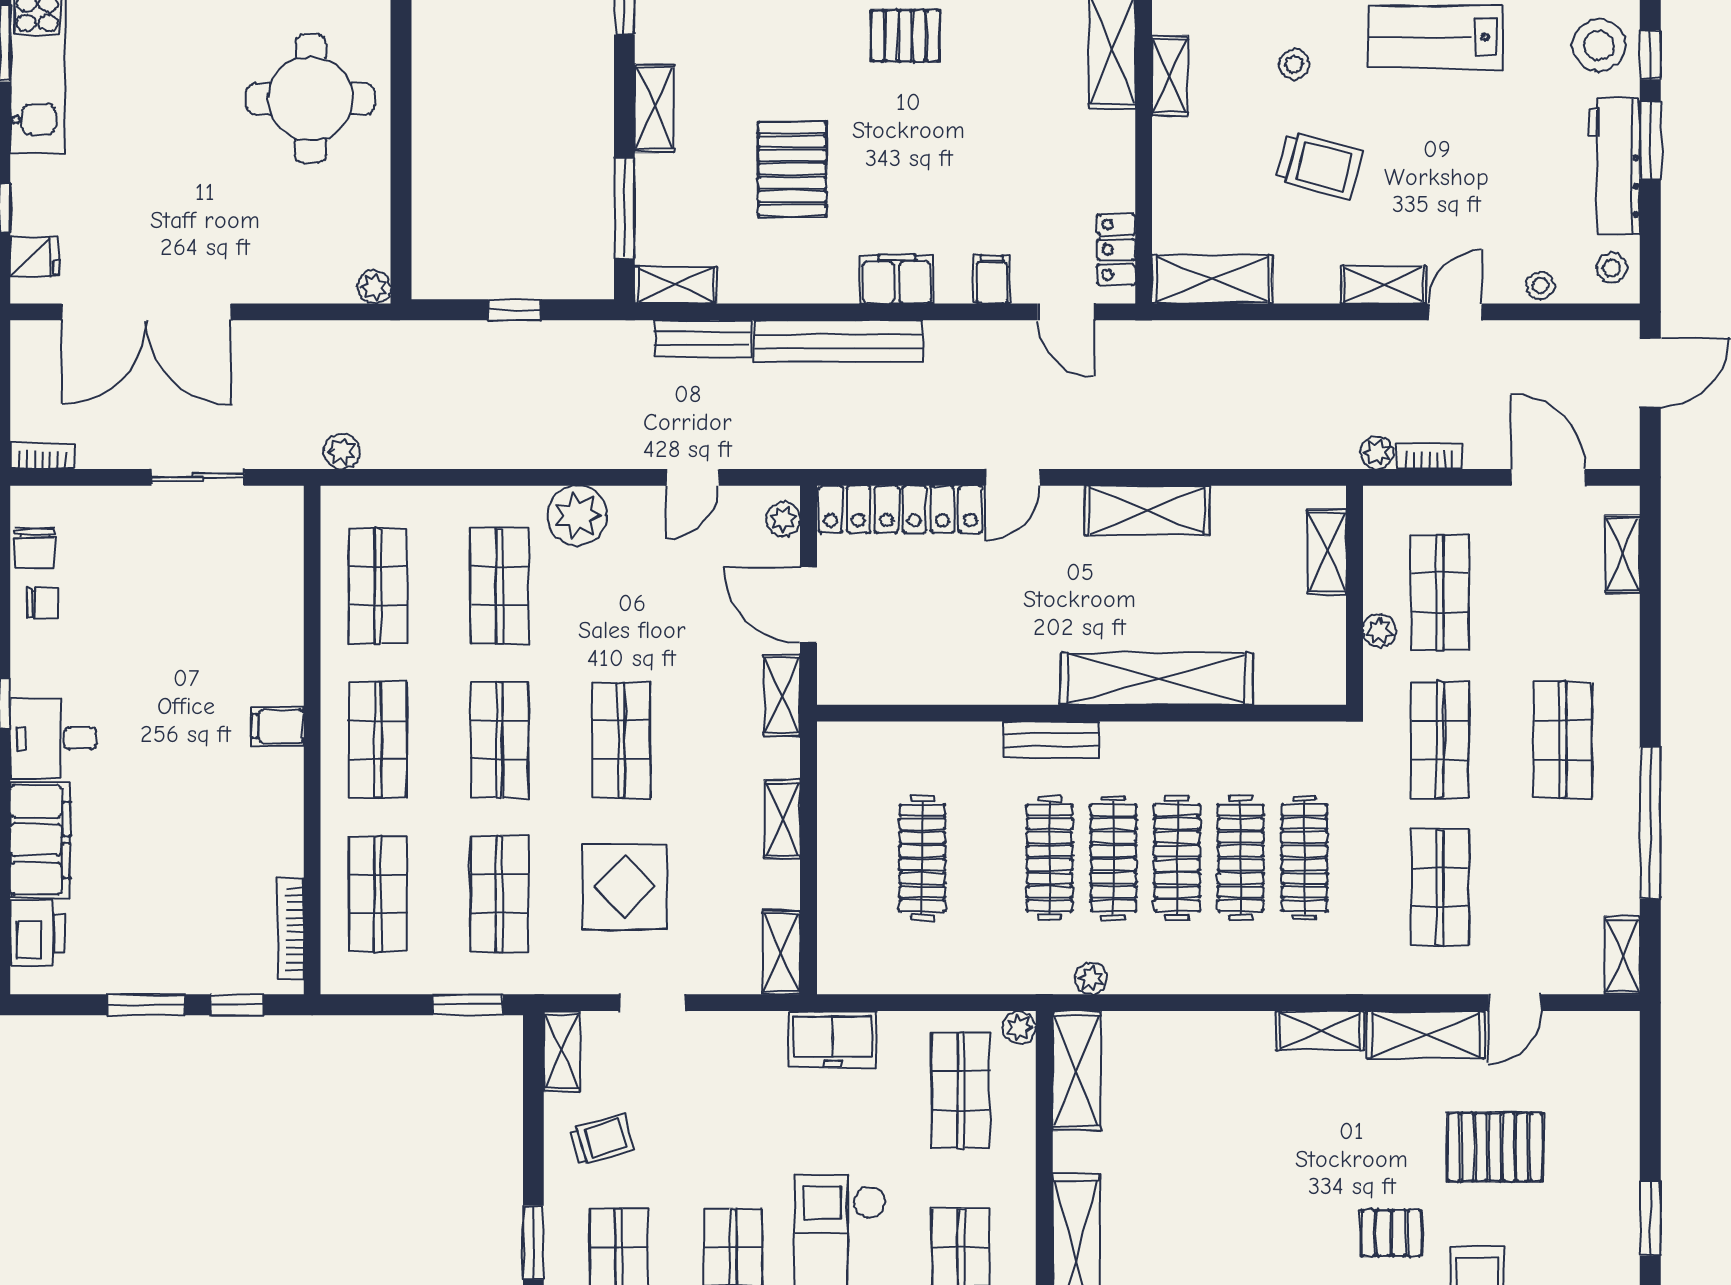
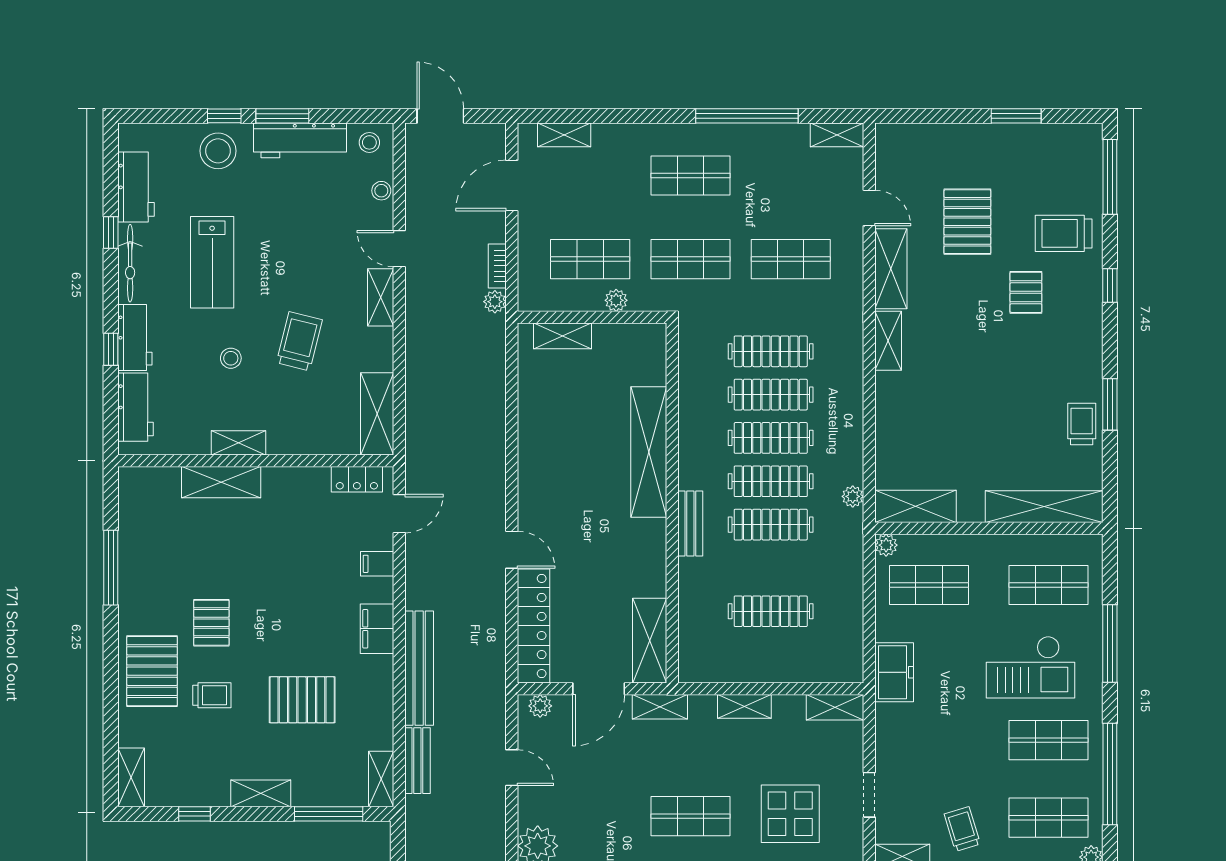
trolley: (799, 37) -> (212, 695), added
shelving: (1147, 511) -> (650, 641), moved

